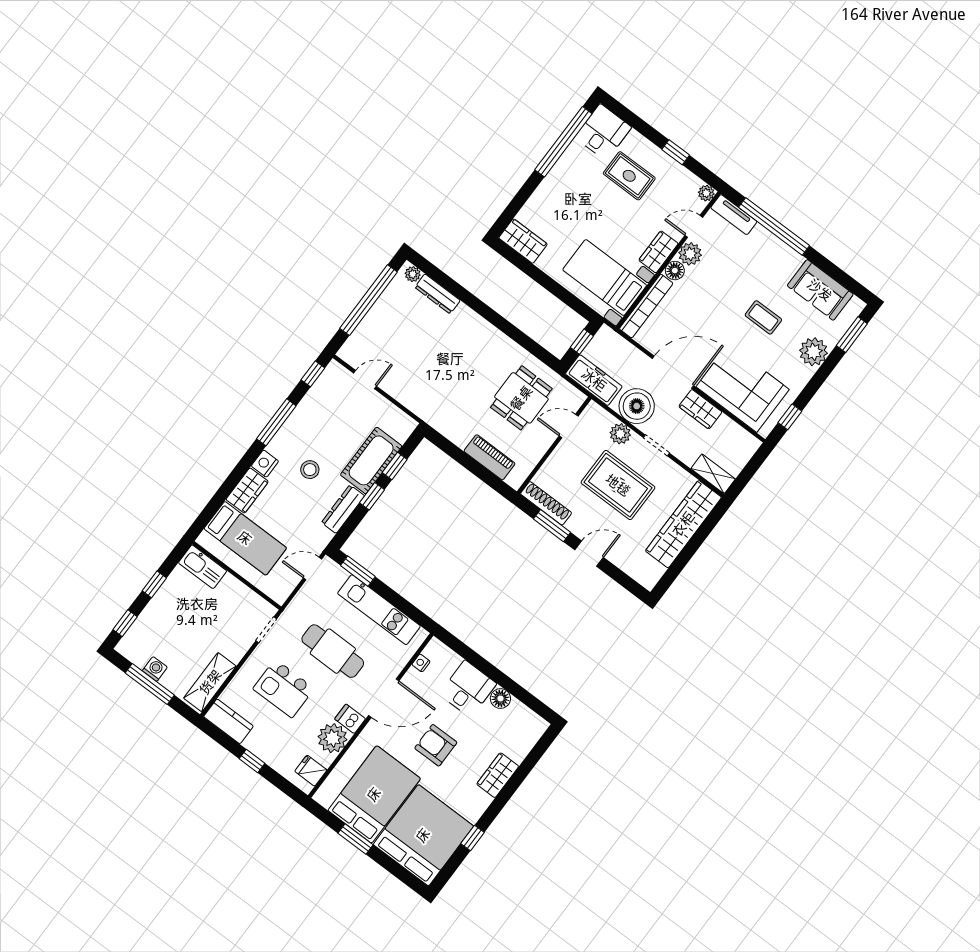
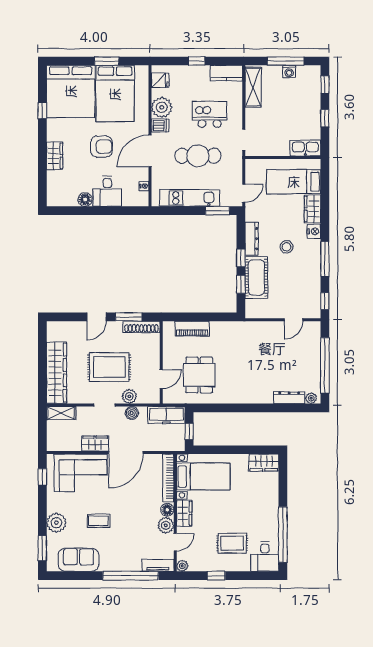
boiler: (637, 406) -> (132, 413), width x0.54, depth x0.54

